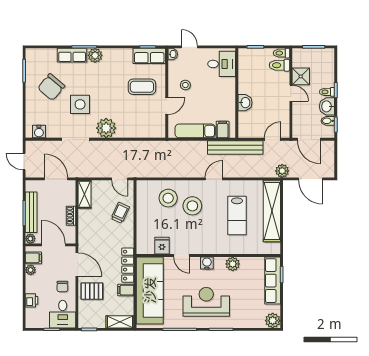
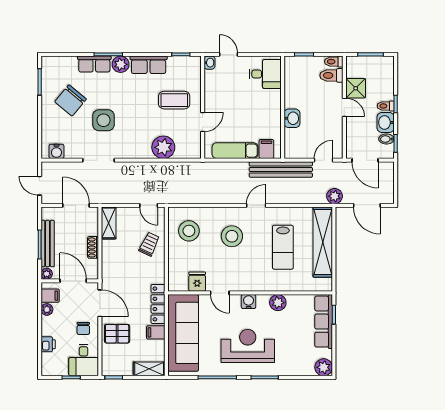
row of seats: (149, 56) -> (149, 65), moved
stool: (185, 85) -> (224, 98), removed
plant: (106, 128) -> (163, 147), moved
stool: (168, 198) -> (189, 231), moved

